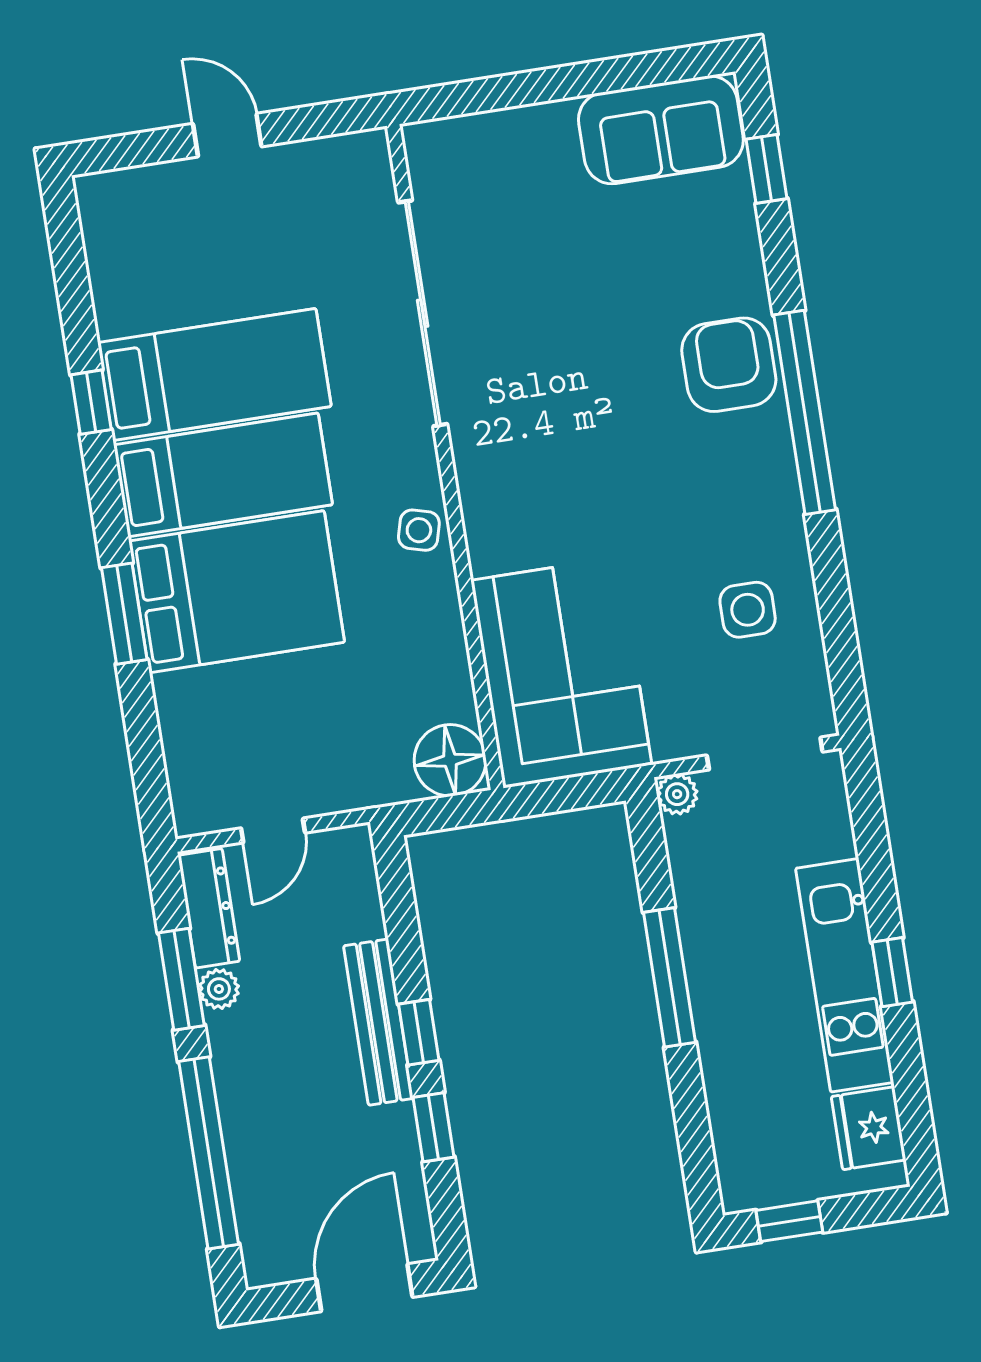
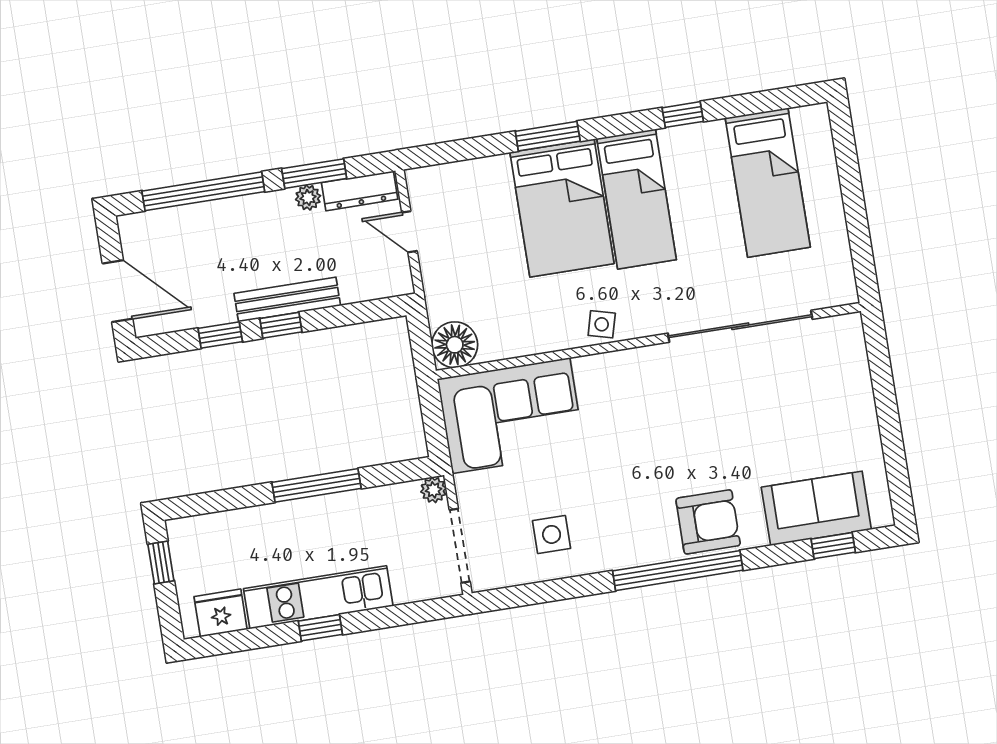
sofa: (661, 130) -> (816, 508), moved, turned 90
door: (227, 135) -> (854, 201), removed
bed: (214, 374) -> (768, 183), moved

